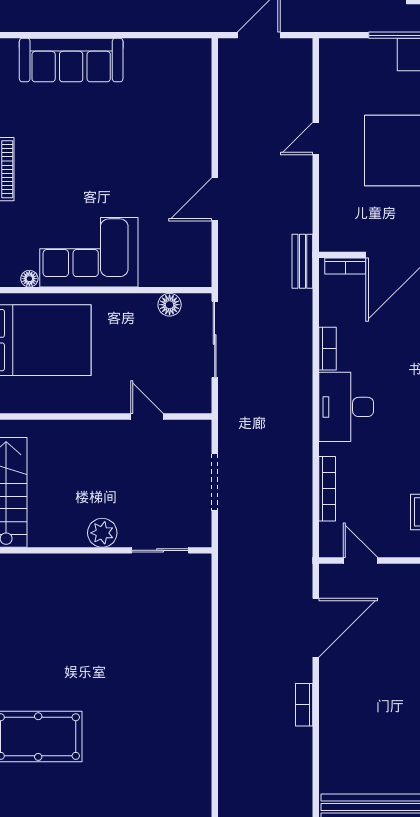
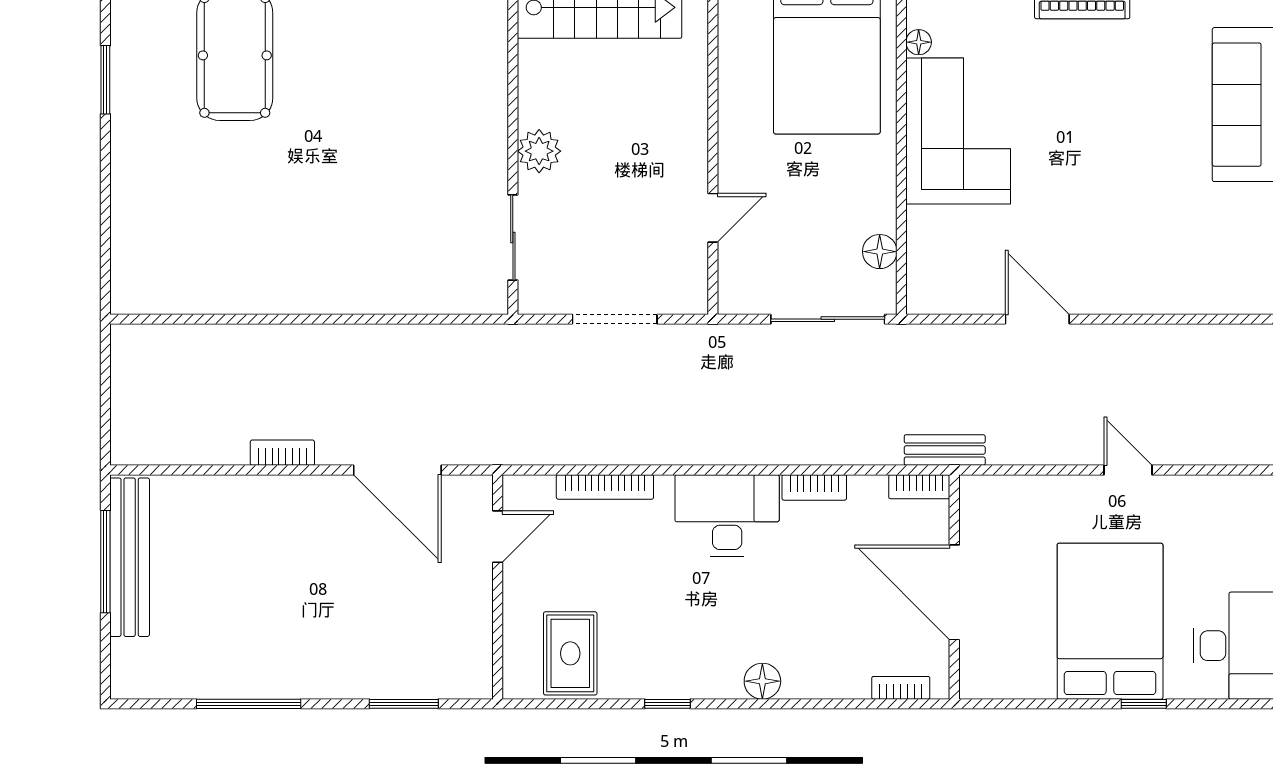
bookcase: (345, 266) -> (919, 487), moved, turned -90

